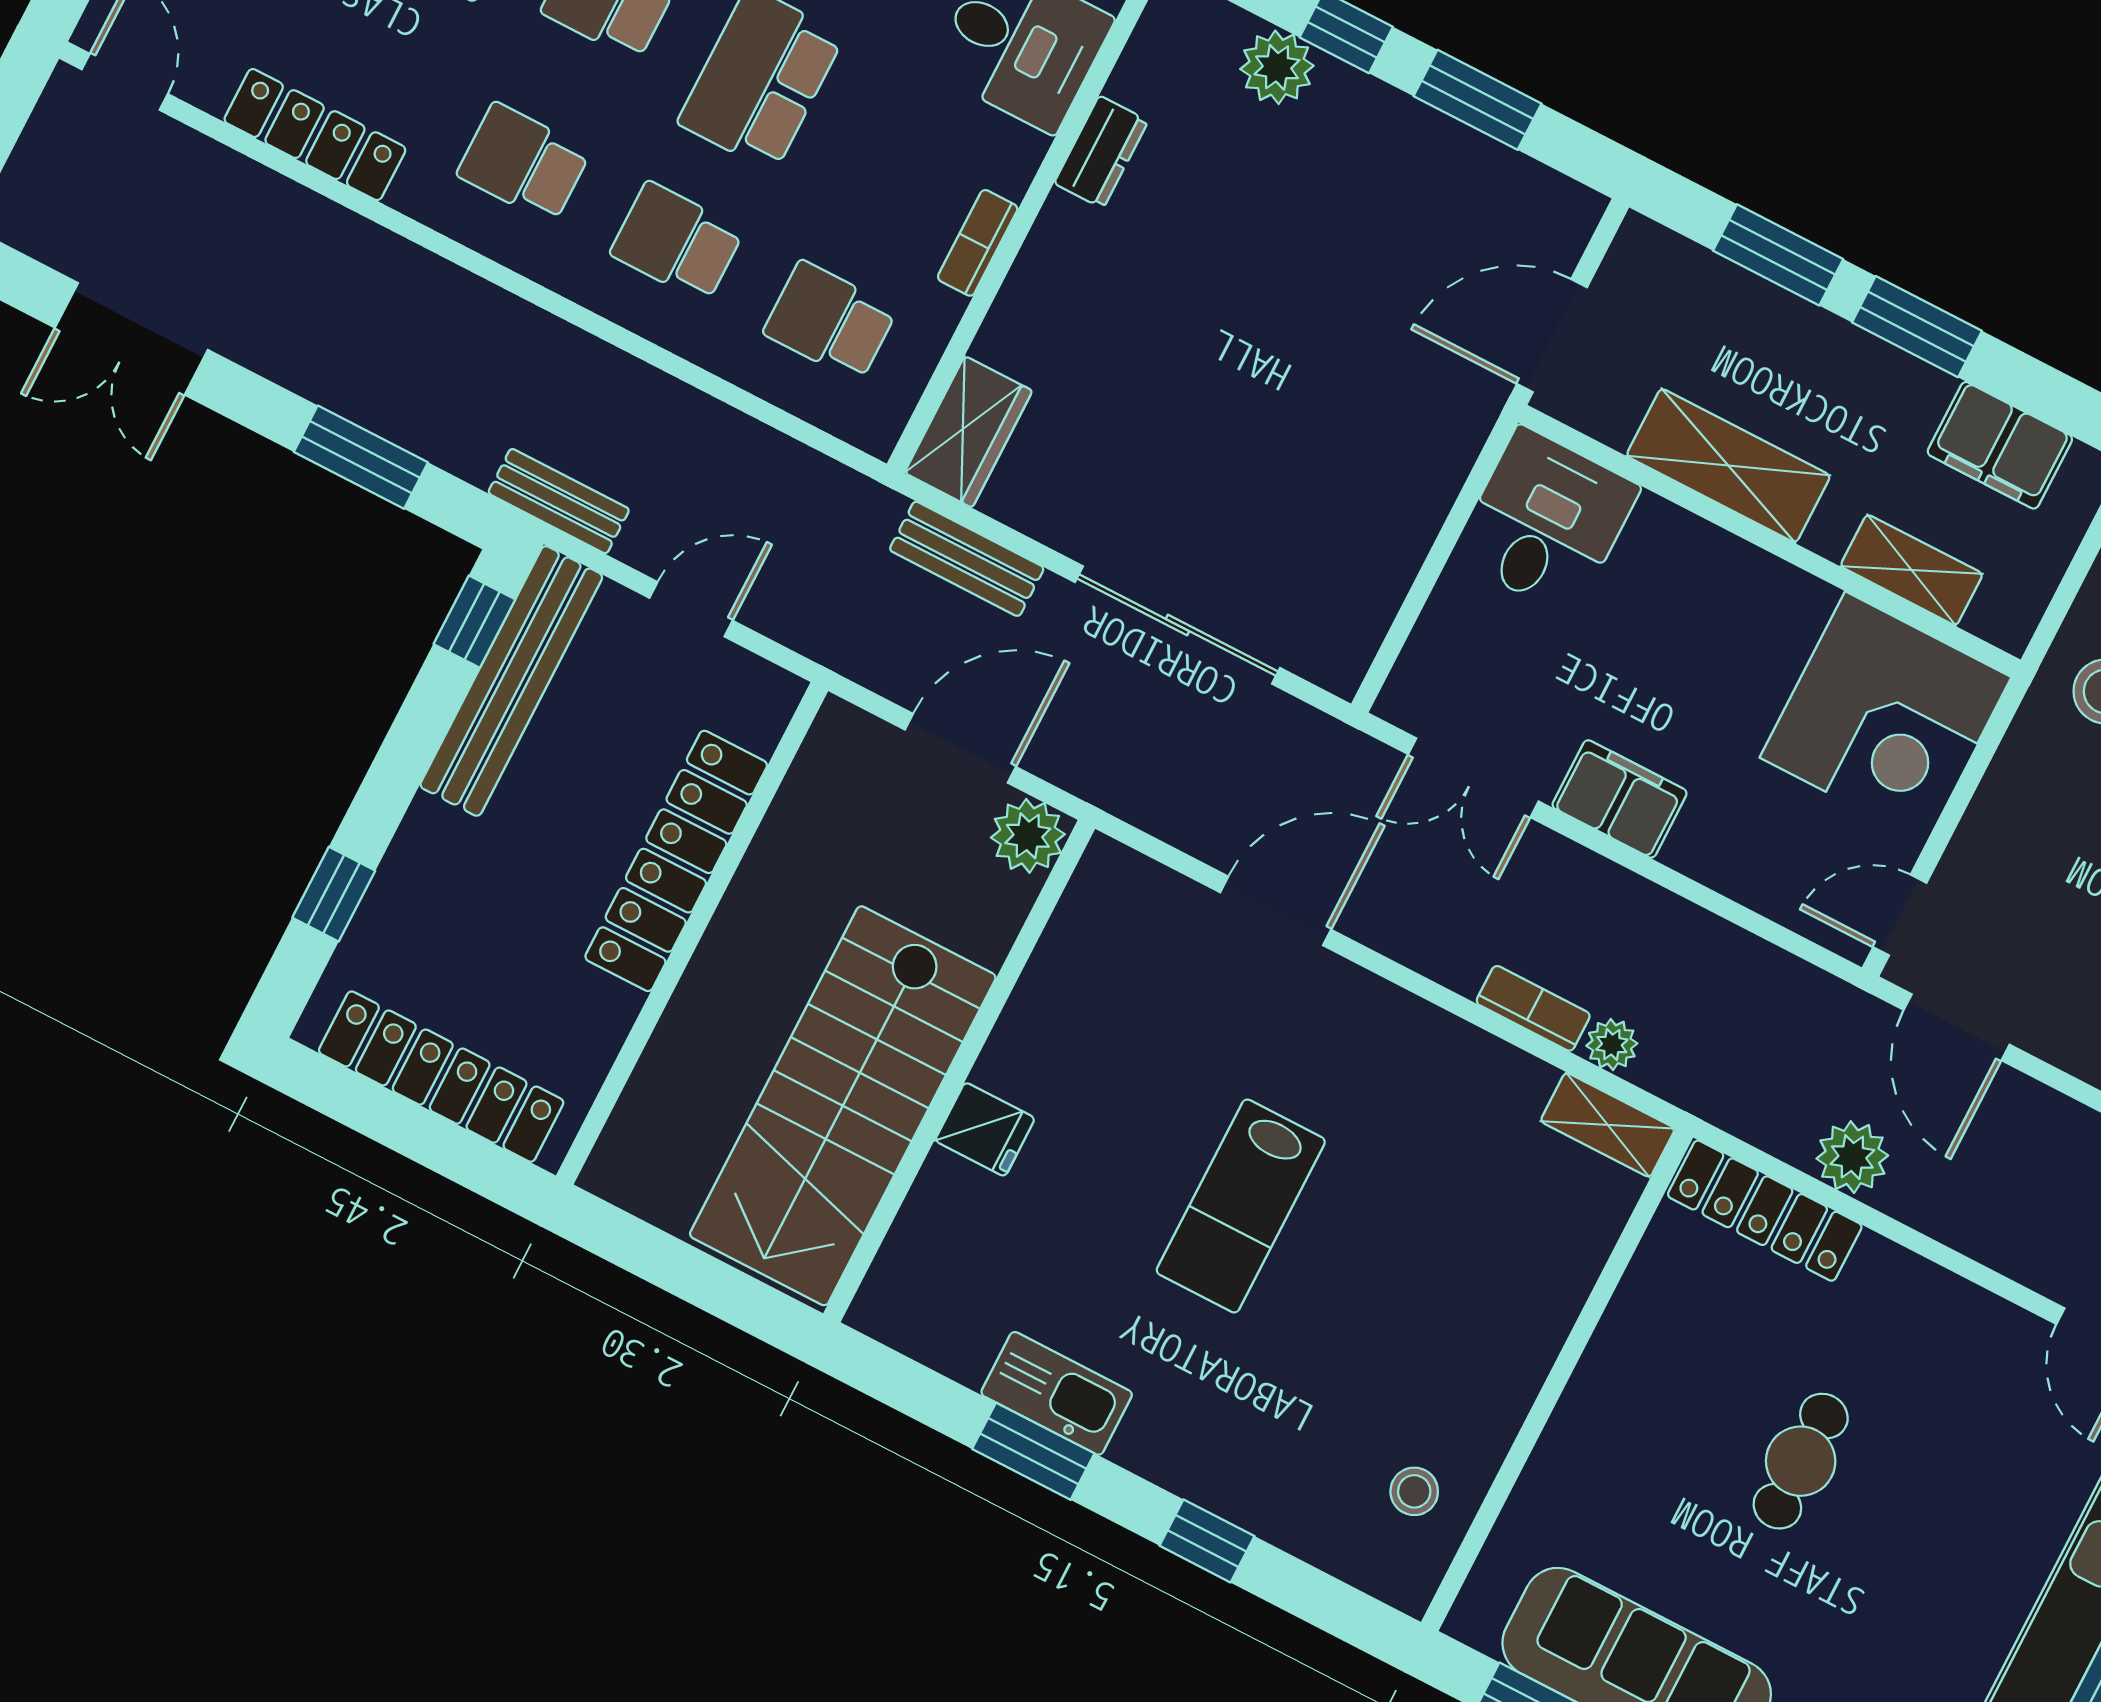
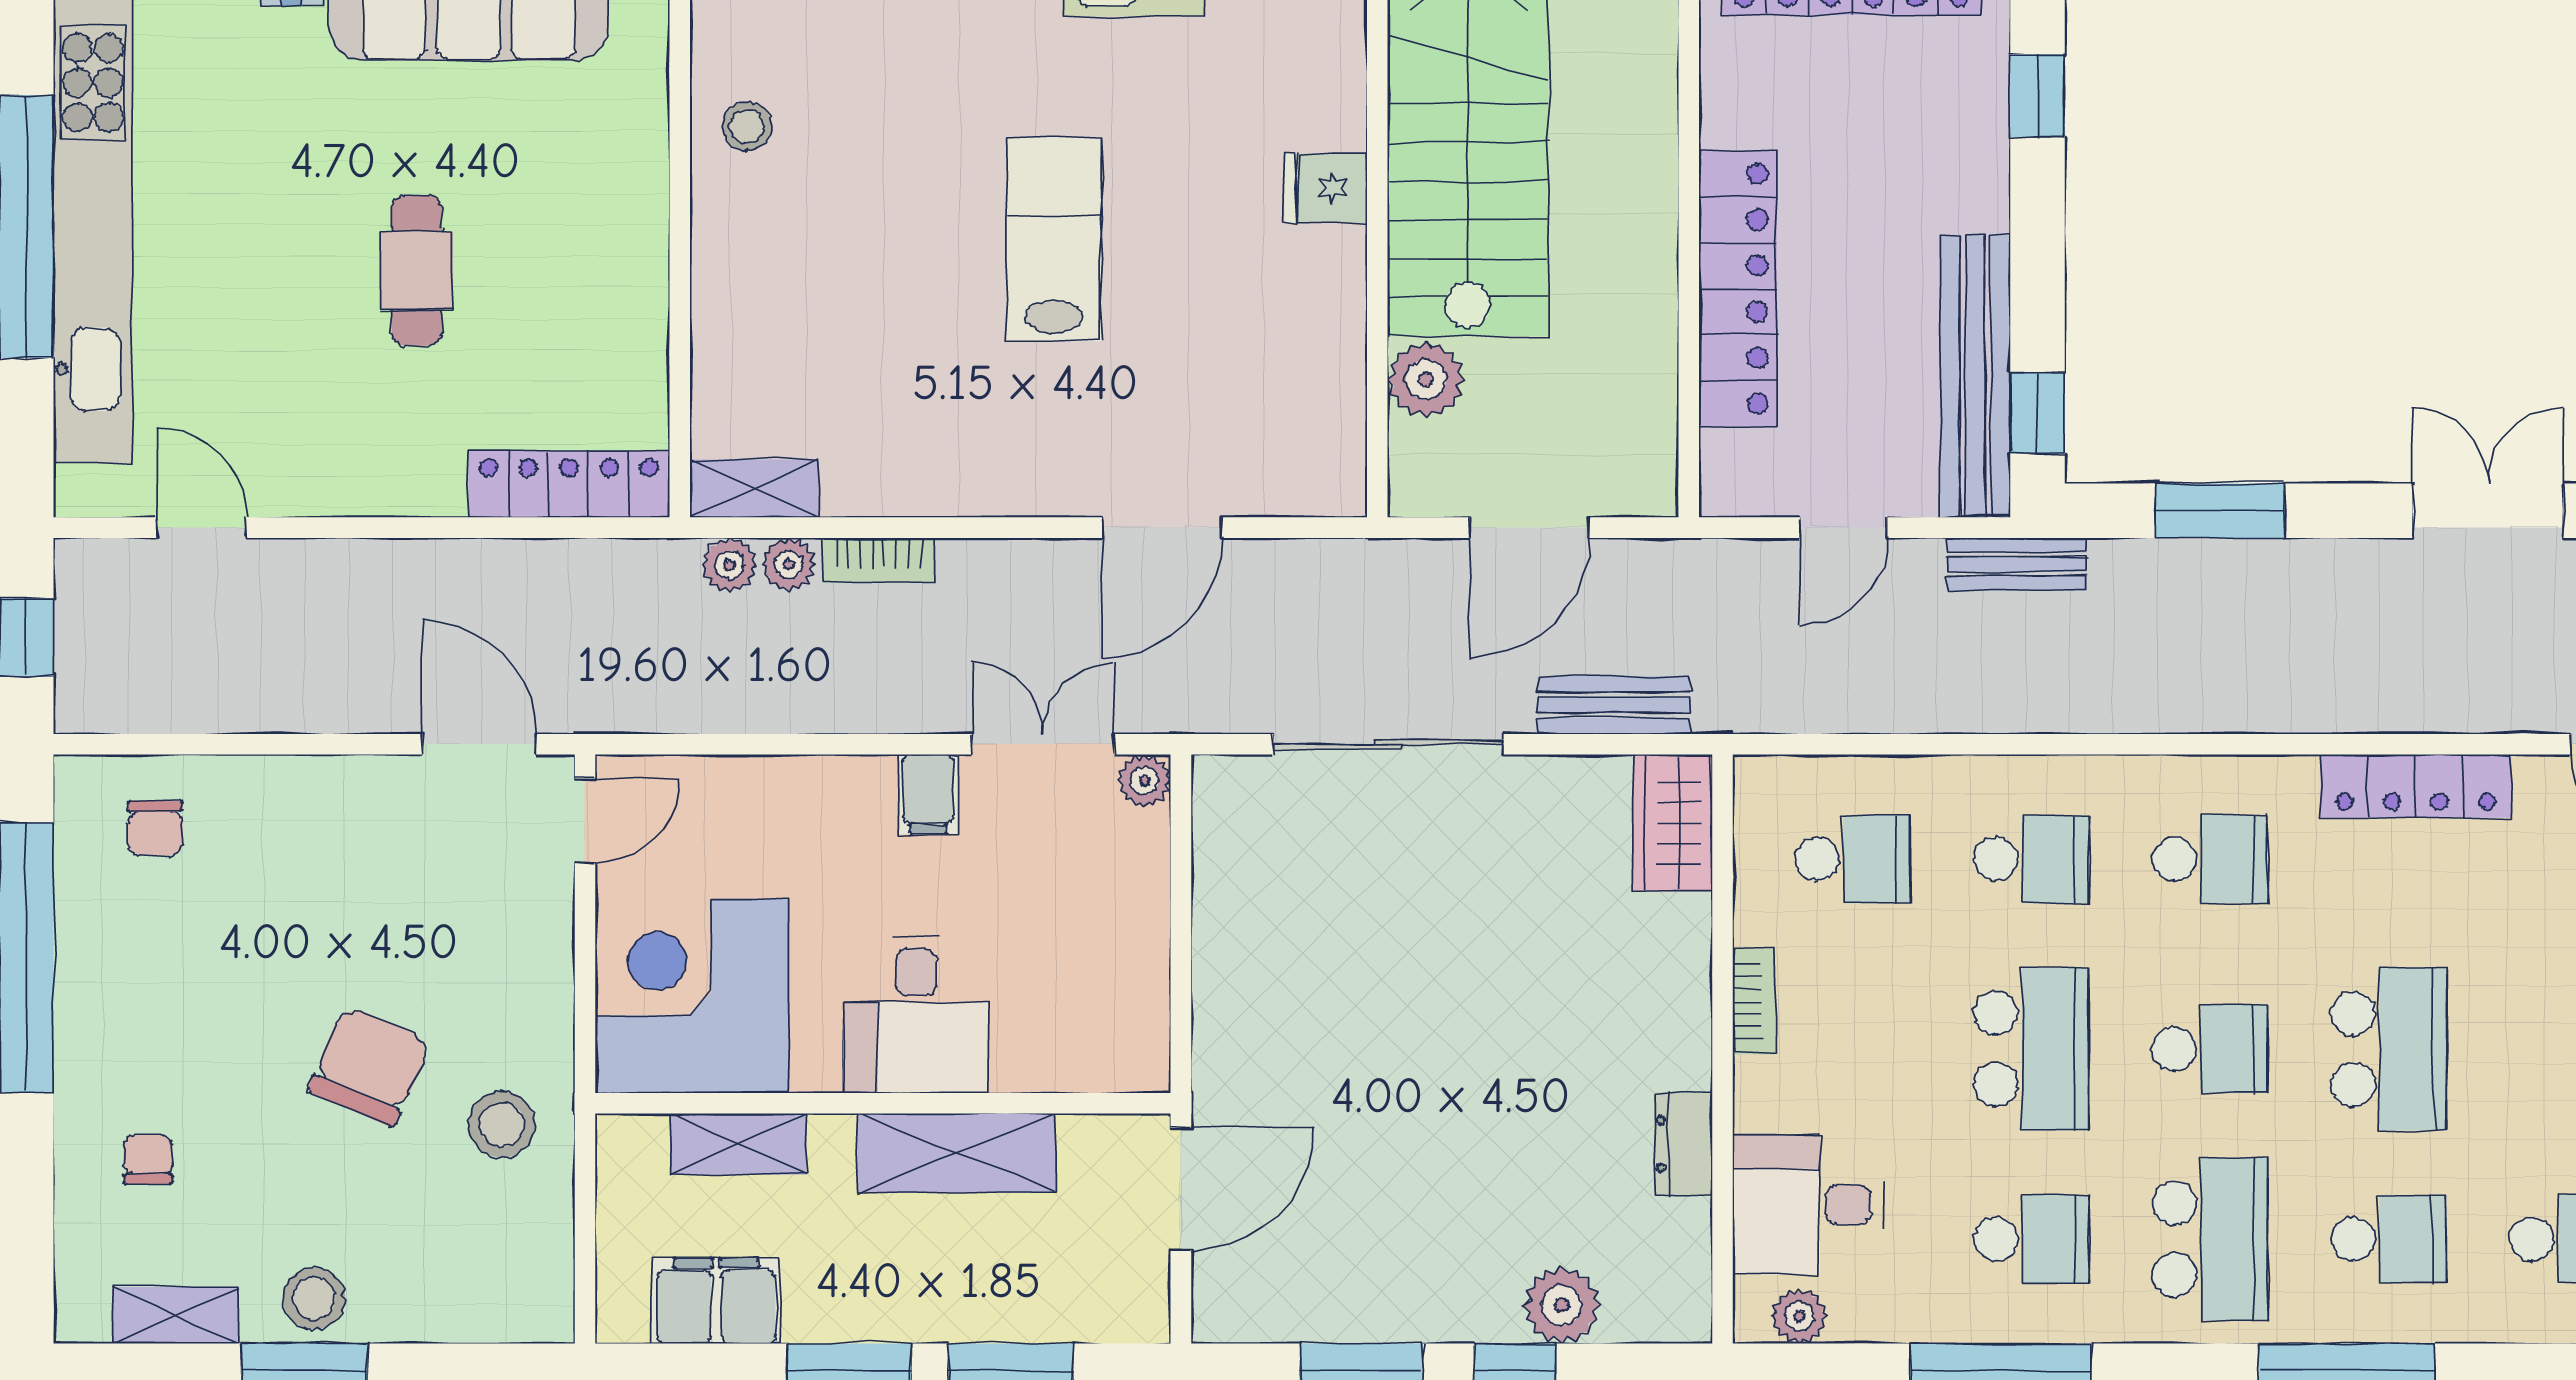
desk: (1546, 522) -> (916, 1015), moved
plant: (1403, 702) -> (1144, 781), added
filing cabinet: (1620, 799) -> (928, 794), width x0.50
plant: (1028, 836) -> (1426, 380), moved
plant: (1852, 1157) -> (729, 565), moved, width x0.73, depth x0.73
stool: (1414, 1491) -> (747, 126), moved

